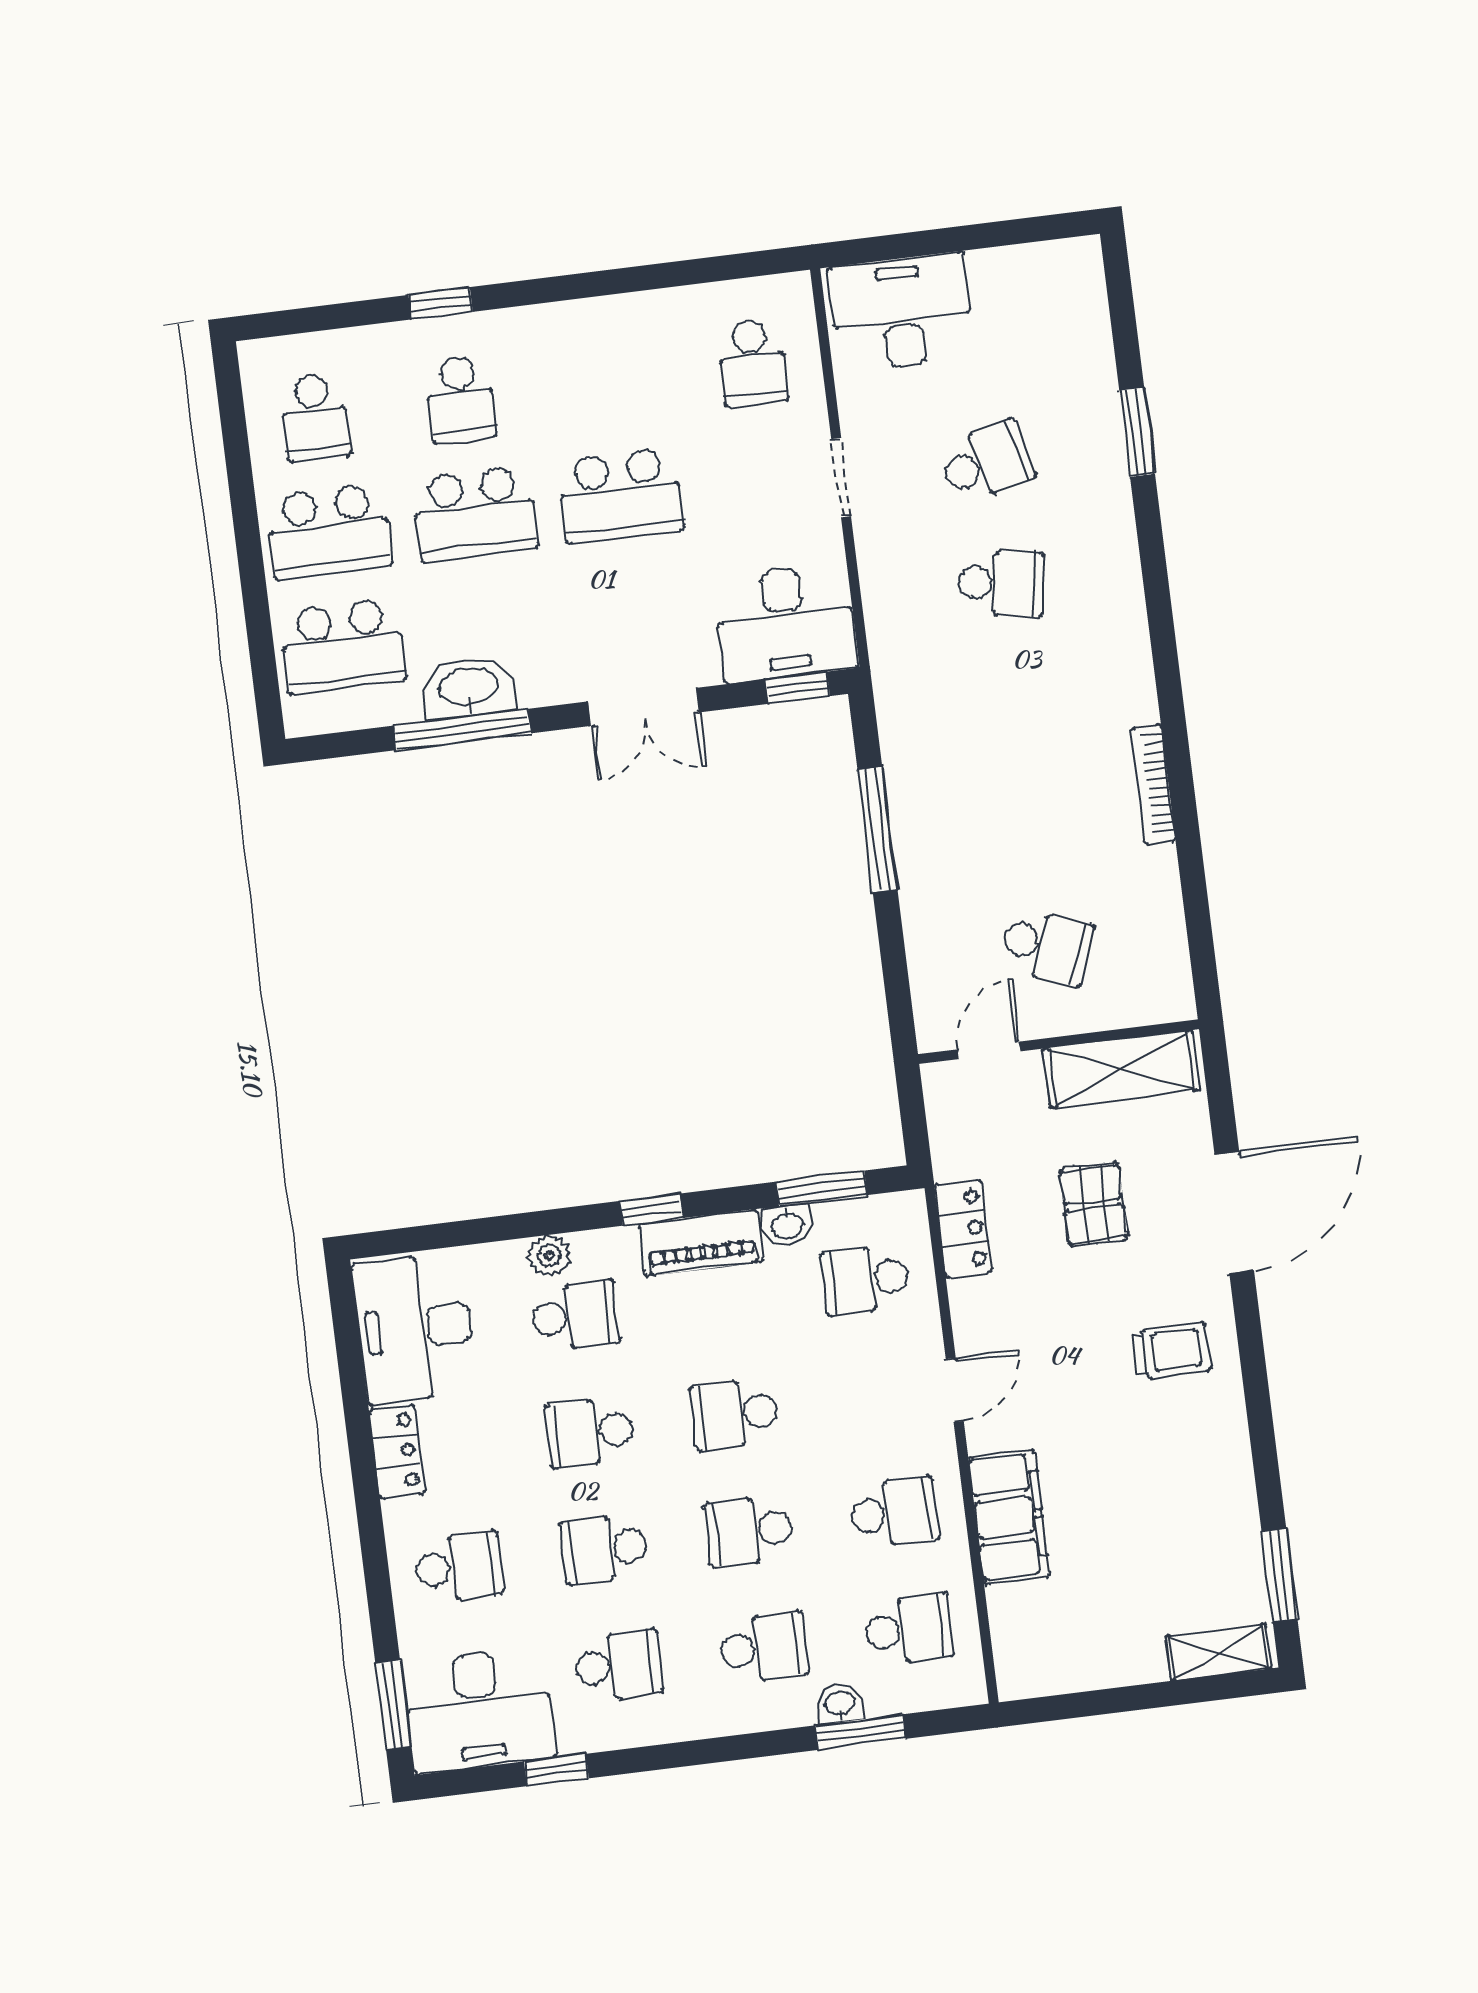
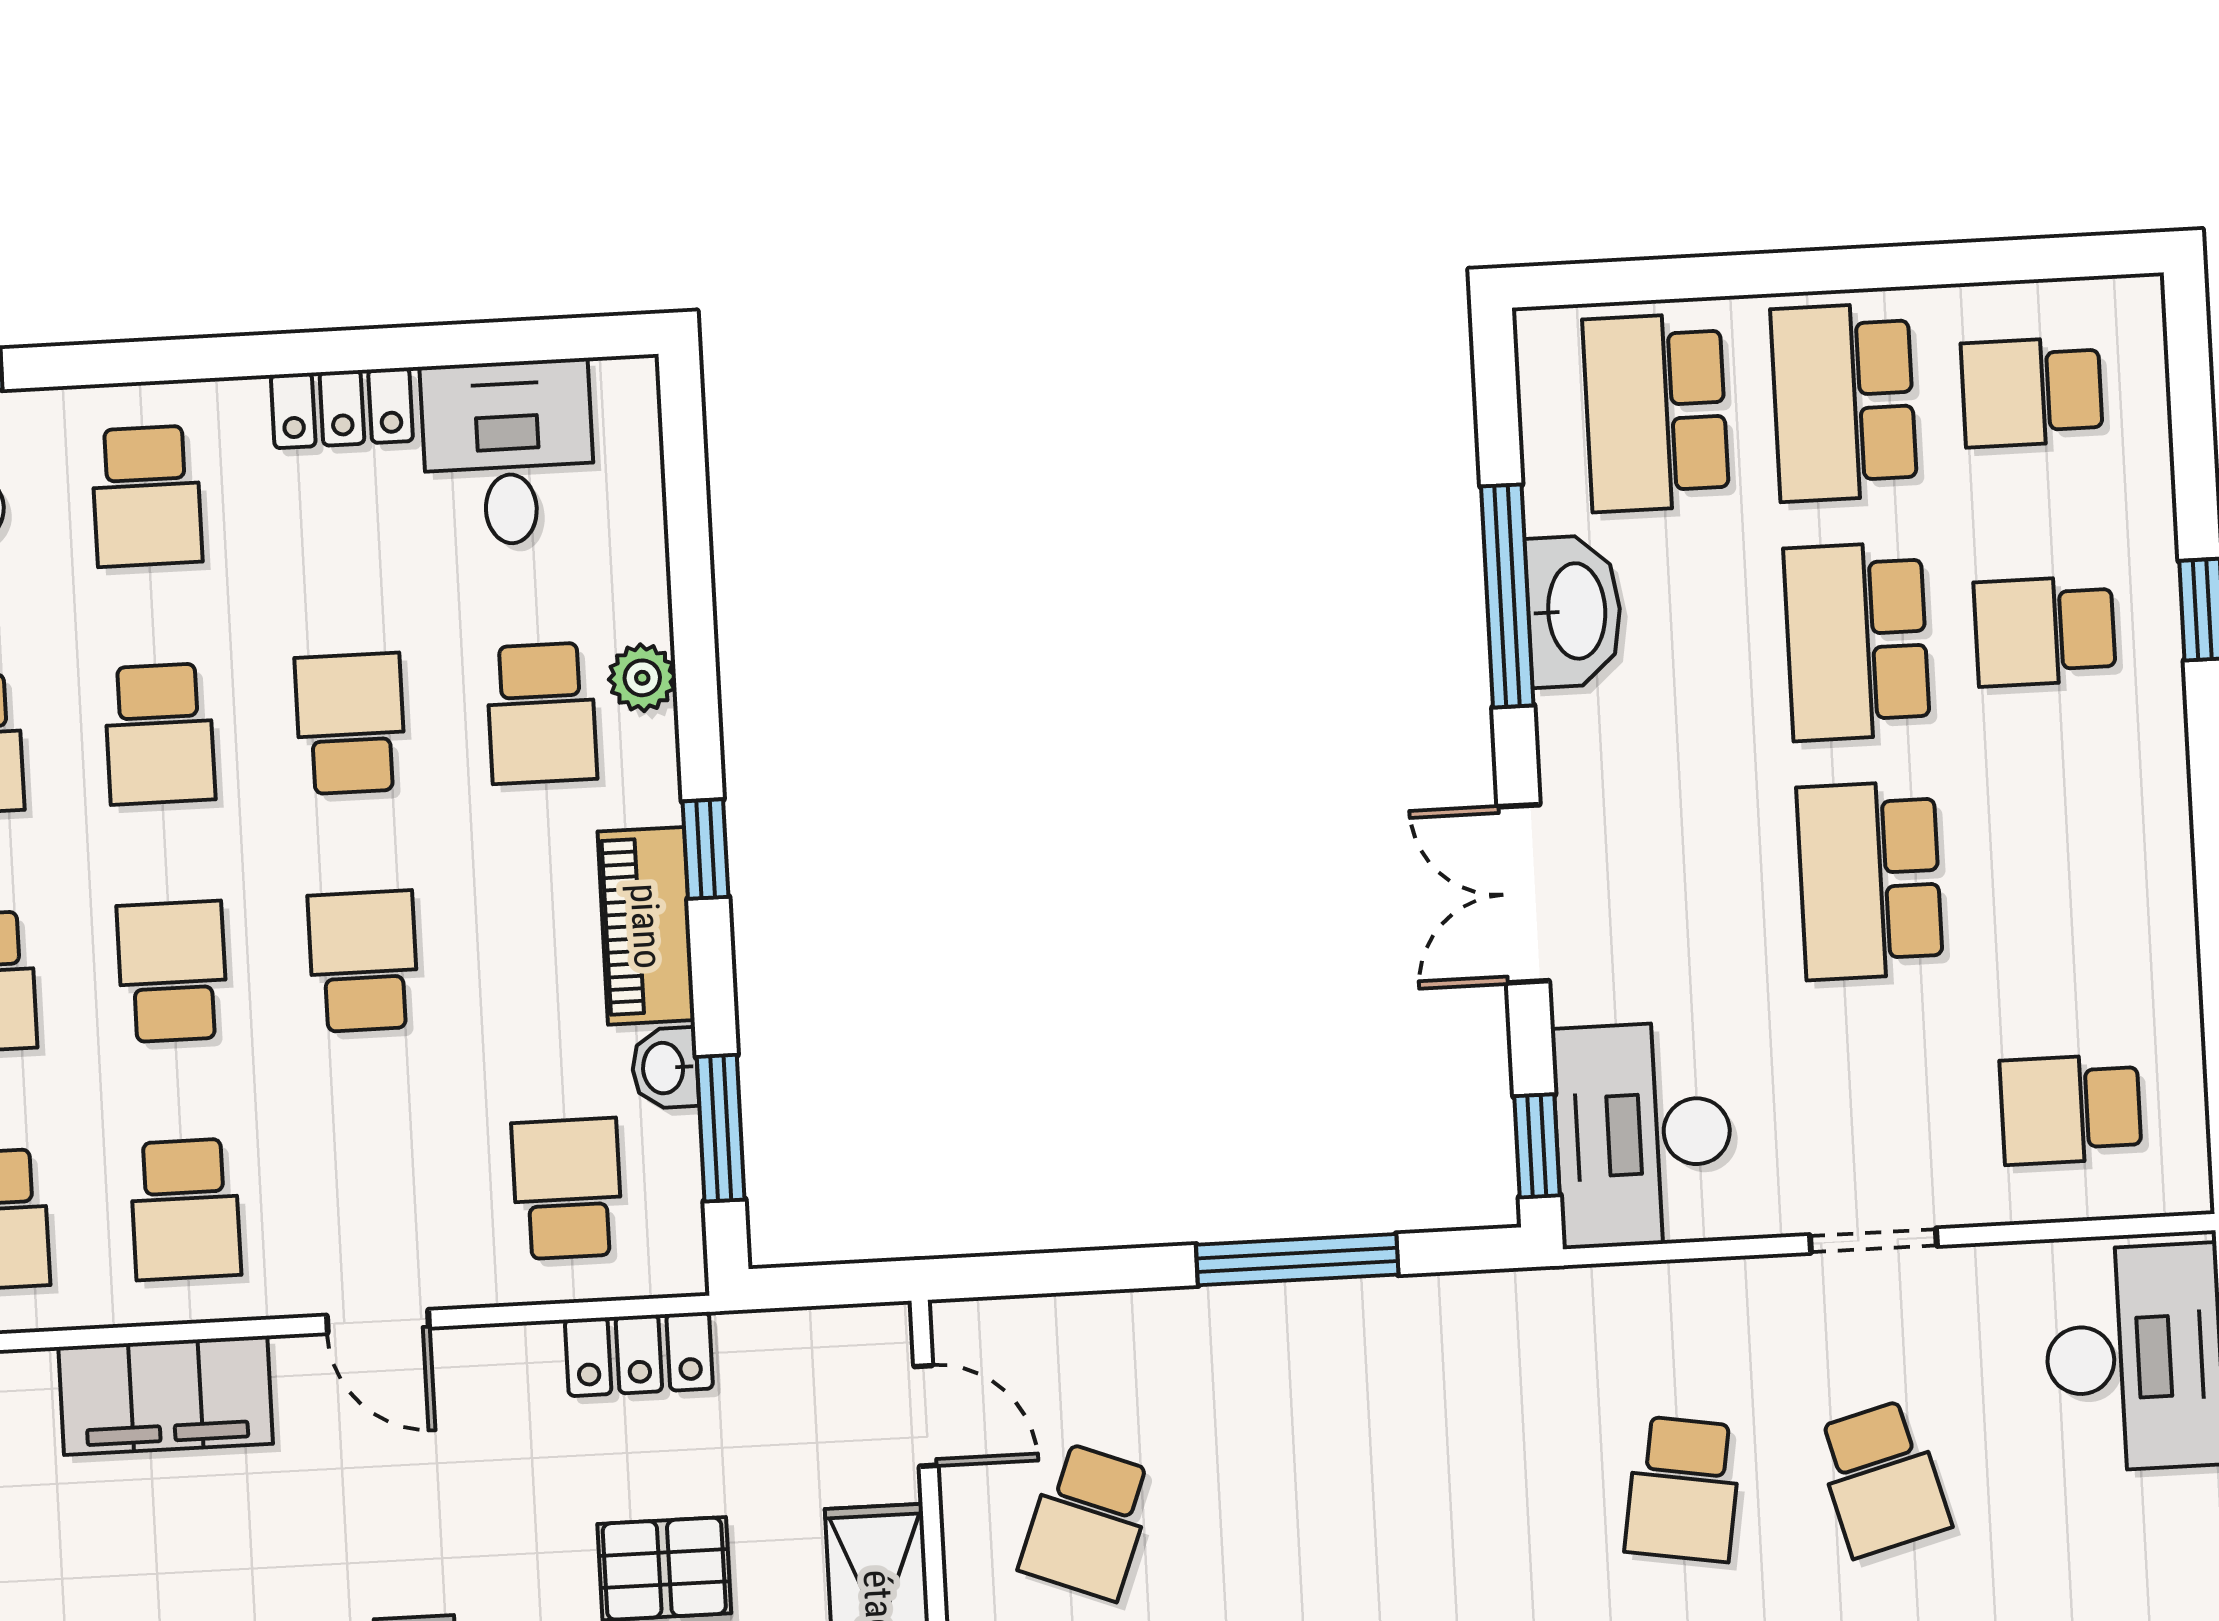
desk: (415, 1328) -> (508, 453), width x0.73
school desk: (604, 1549) -> (159, 734), turned 180

